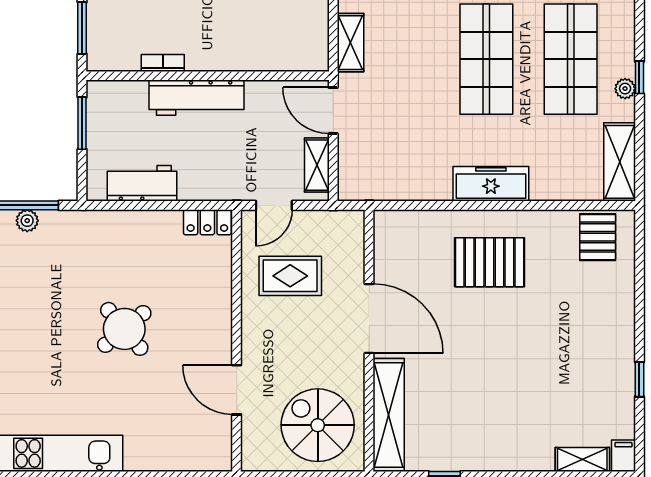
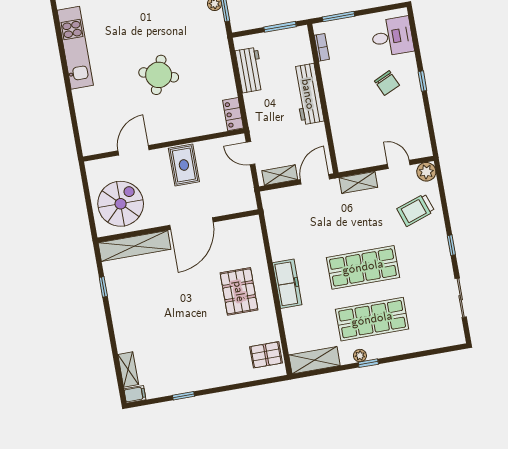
bookcase: (163, 63) -> (322, 47), moved
rug: (290, 276) -> (184, 165), moved
round table: (124, 329) -> (159, 75), turned -31

